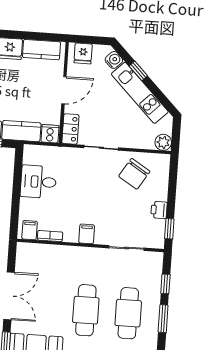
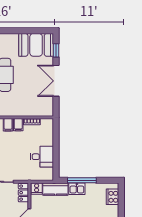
filing cabinet: (30, 230) -> (18, 125), moved

